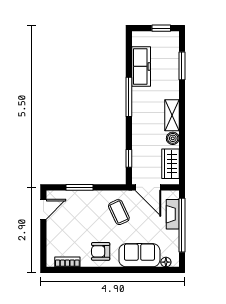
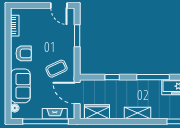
boiler: (173, 138) -> (118, 114), removed
window: (129, 158) -> (112, 77), moved
door: (148, 187) -> (77, 93), hinge flipped
armchair: (101, 251) -> (24, 53), turned 90

